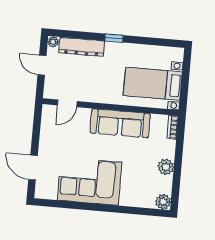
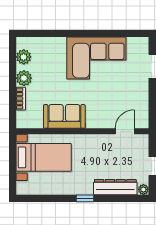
sofa: (120, 123) -> (64, 116), width x0.73
bookcase: (173, 127) -> (21, 99), moved
plant: (163, 202) -> (24, 57), moved

